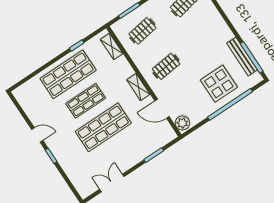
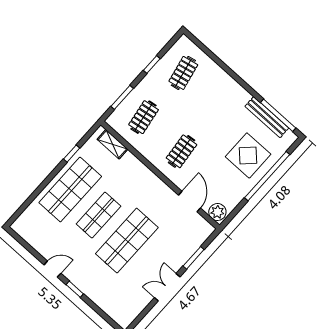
shelving: (138, 87) -> (156, 183), removed
door: (162, 109) -> (190, 202), swing flipped
double door: (112, 183) -> (167, 287), moved

